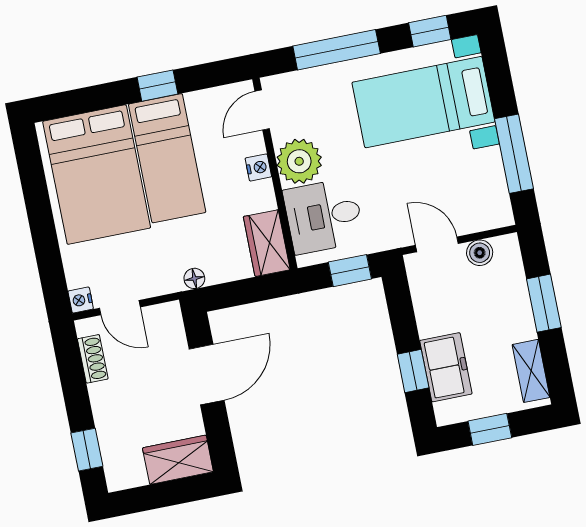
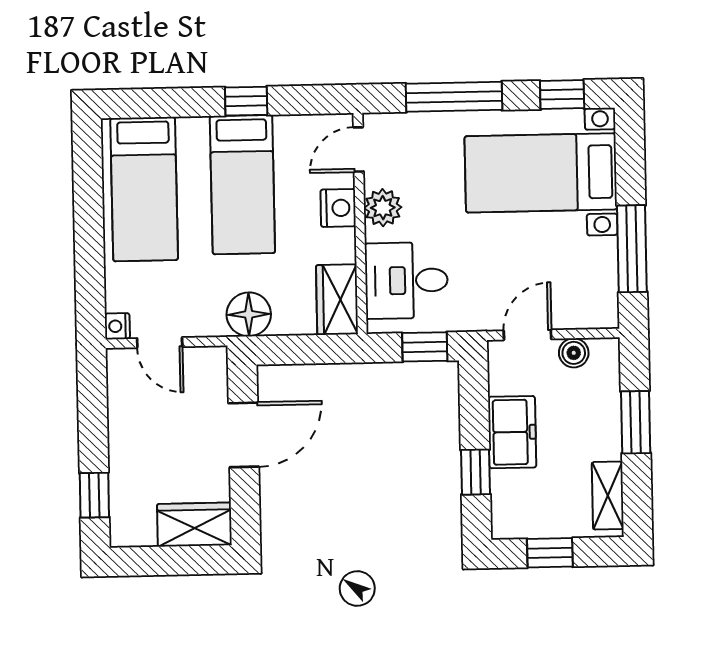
plant: (299, 161) -> (383, 208), width x0.73, depth x0.73
nightstand: (258, 167) -> (338, 208), width x1.39, depth x1.35
bed: (97, 175) -> (144, 189), width x0.67
door: (437, 244) -> (527, 335), hinge flipped
floor lamp: (194, 278) -> (249, 314), width x1.89, depth x1.89
shoe rack: (93, 359) -> (119, 395), removed
freezer: (446, 367) -> (512, 432), moved

